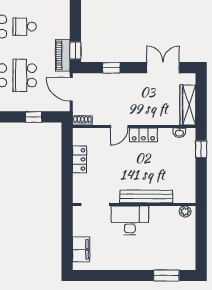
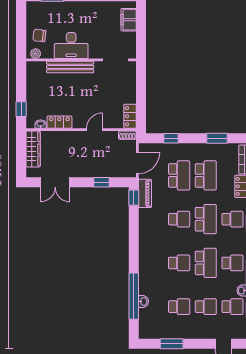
door: (71, 89) -> (137, 163), hinge flipped
locker: (143, 135) -> (59, 122), moved
locker: (80, 159) -> (130, 116), moved
desk: (130, 220) -> (71, 46), moved
chair: (181, 232) -> (39, 35), added

